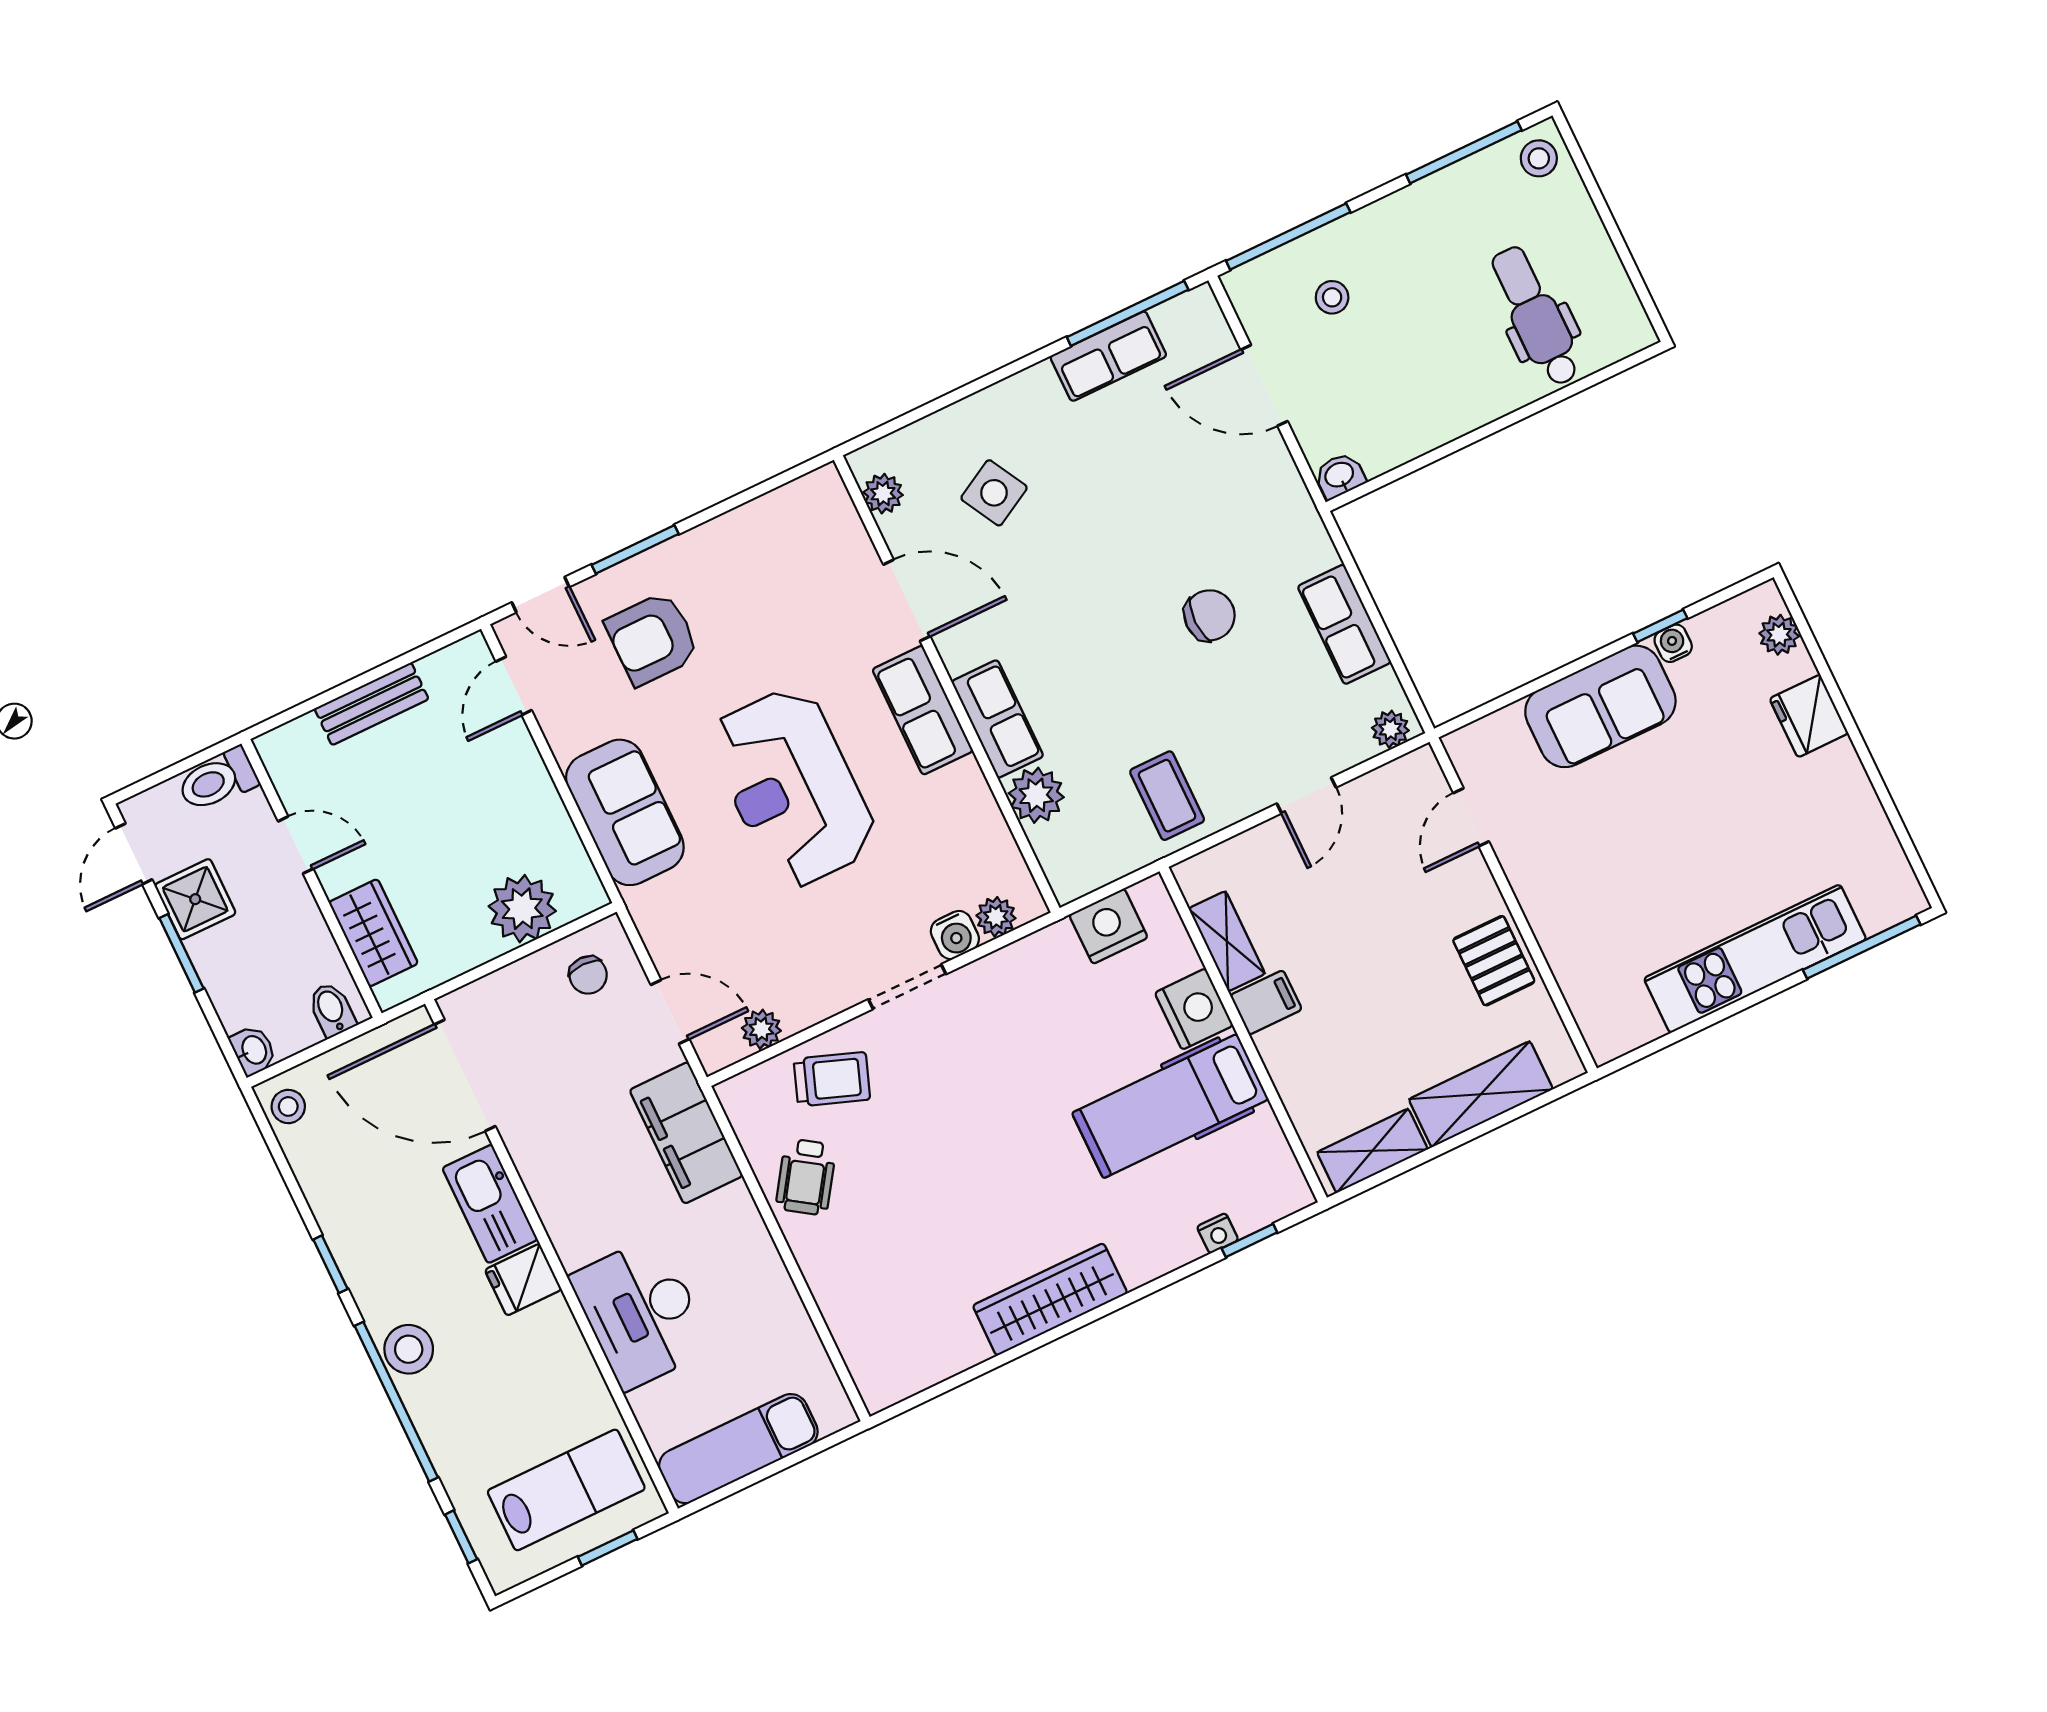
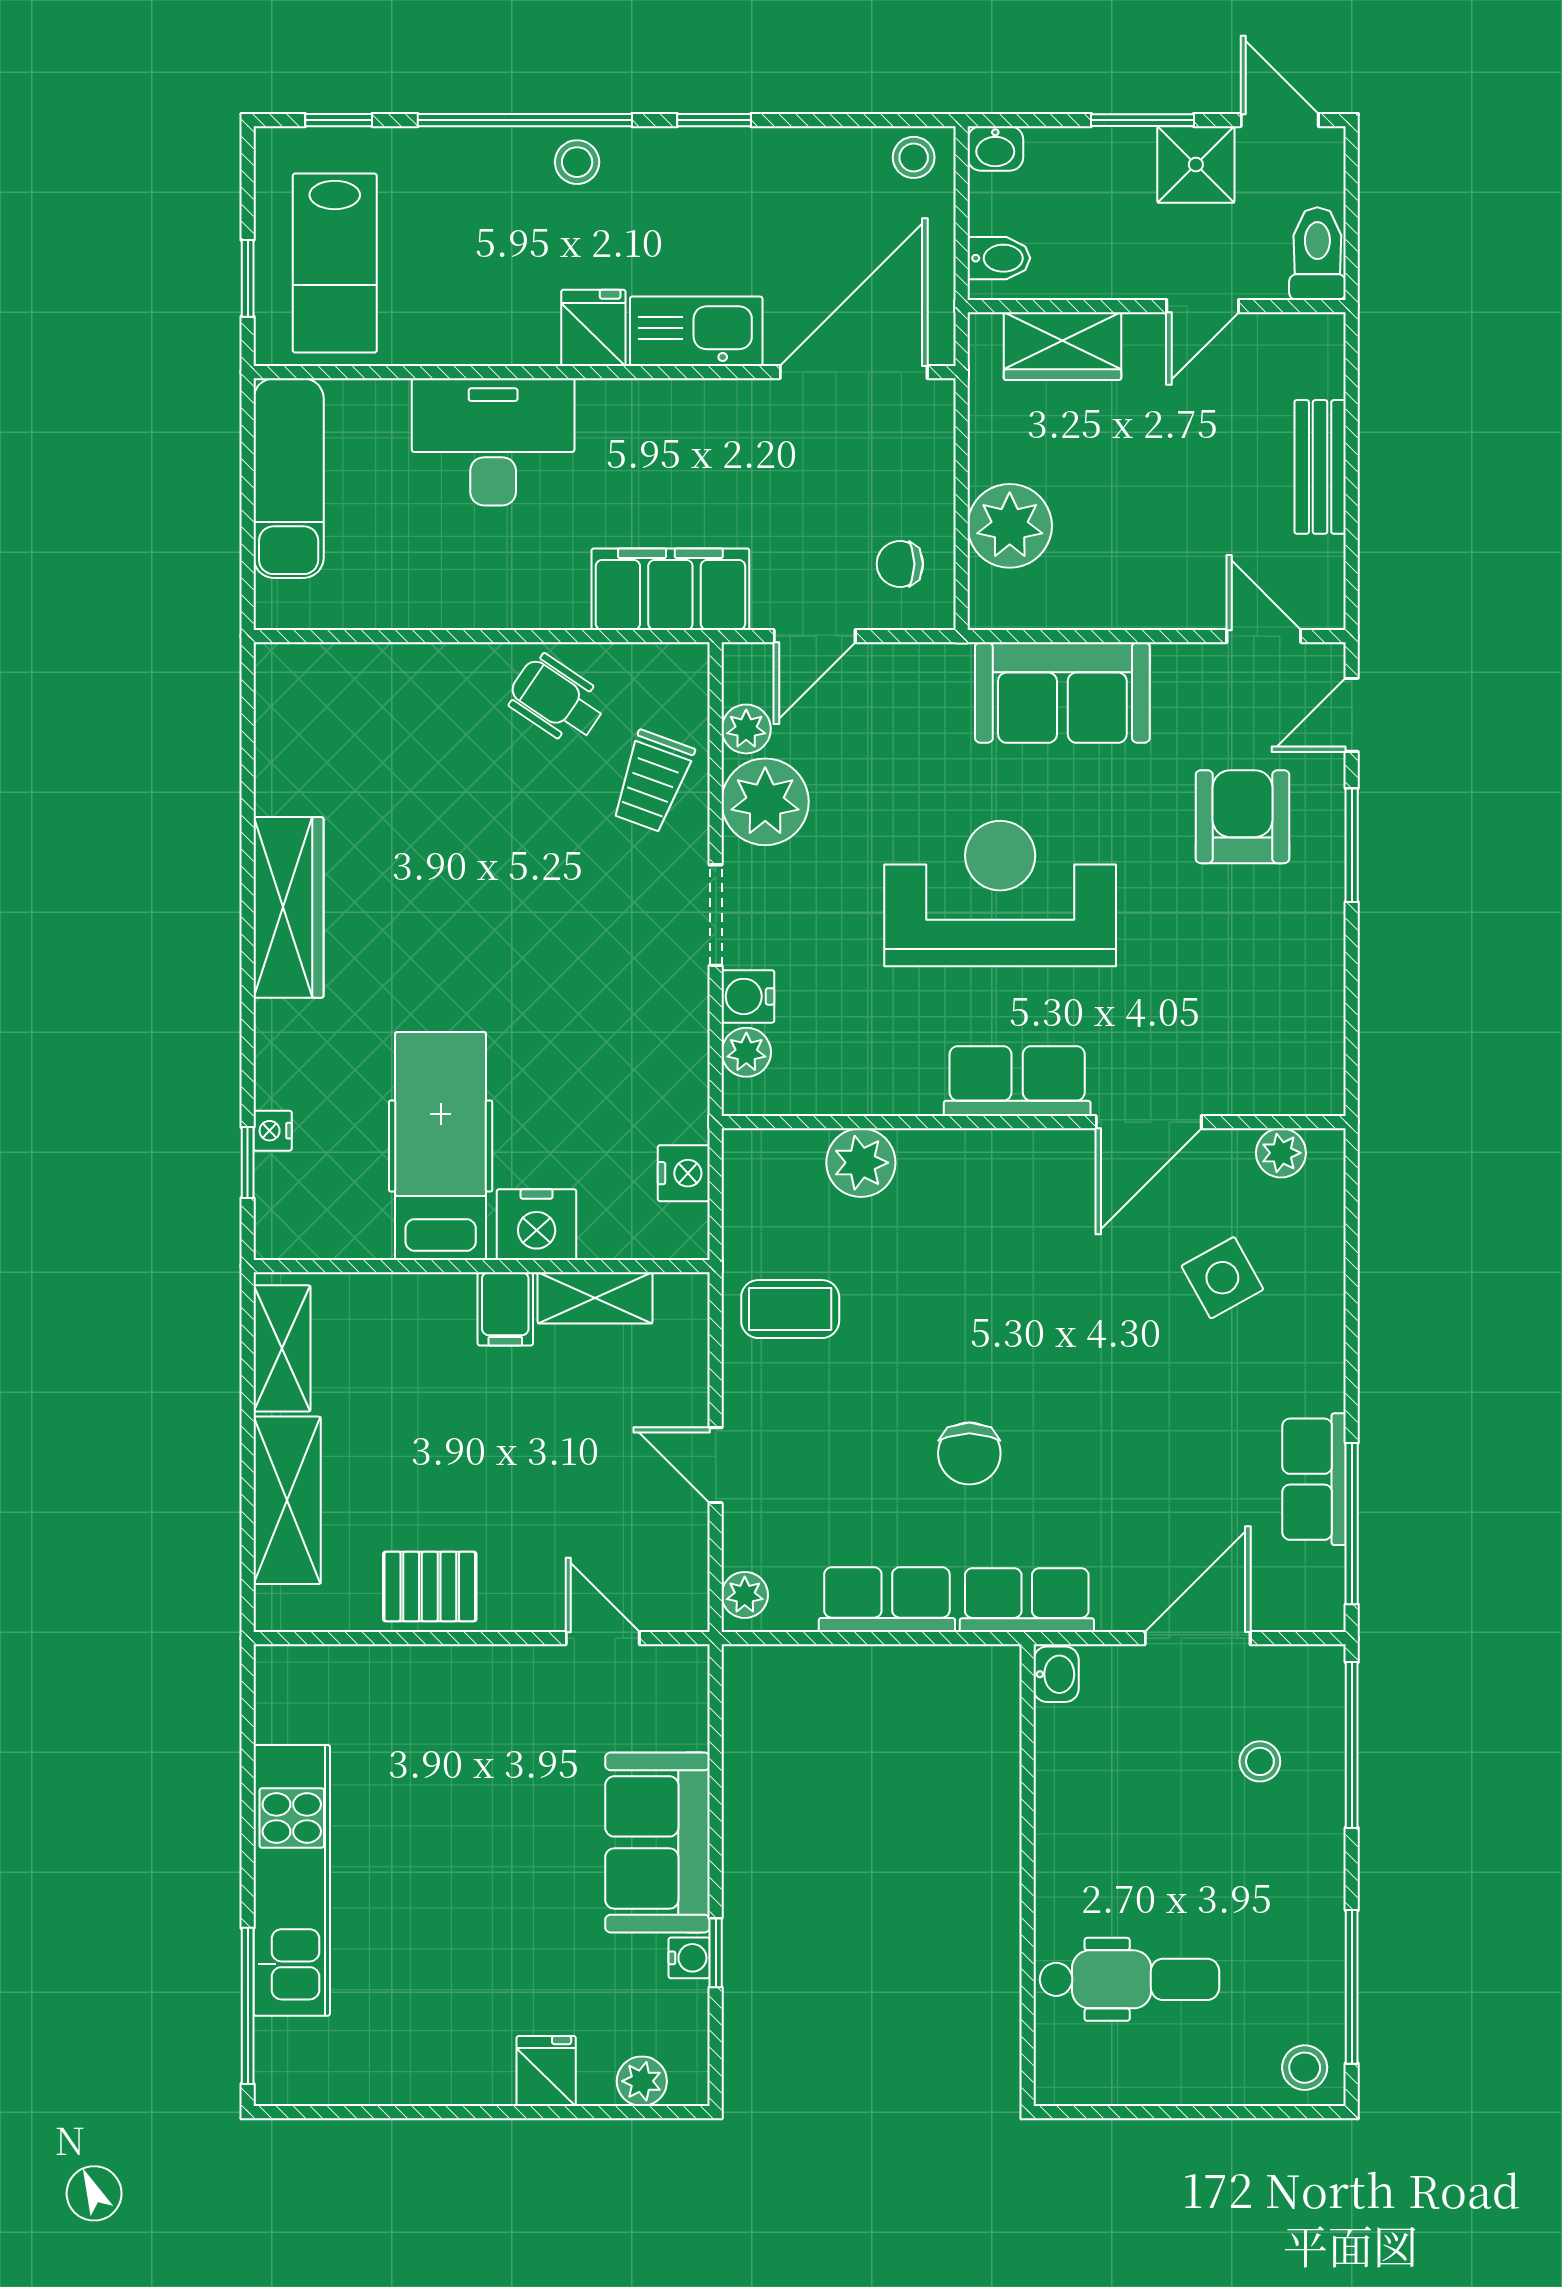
fridge: (1809, 716) -> (546, 2071), width x0.72
row of seats: (997, 719) -> (1027, 1600), moved, turned 180
nightstand: (1108, 926) -> (684, 1173), width x0.74, depth x0.75
plant: (808, 990) -> (765, 802), added
stool: (409, 1349) -> (577, 162), width x0.73, depth x0.73

